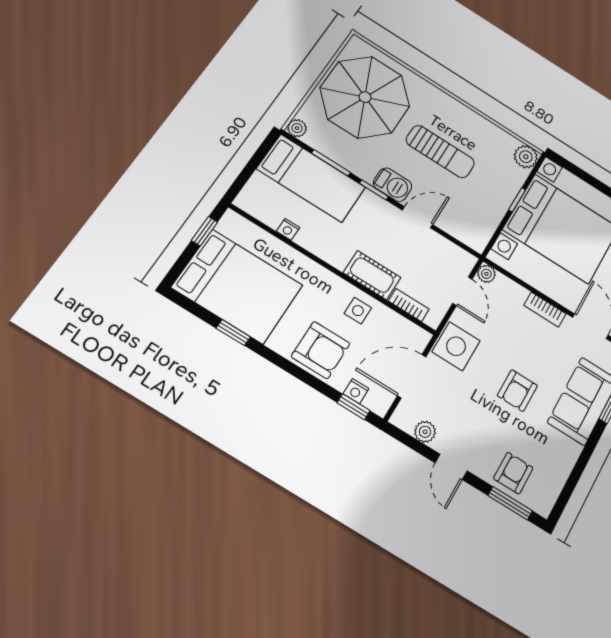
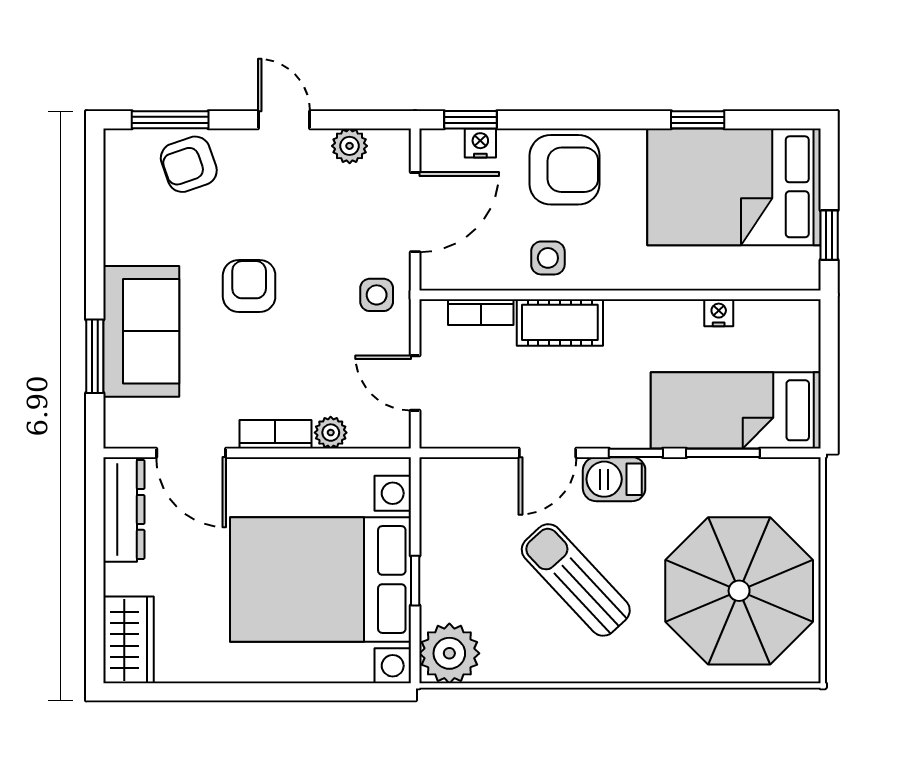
plant: (297, 128) -> (804, 473), removed
sun lounger: (440, 152) -> (576, 580), turned 47
plant: (526, 157) -> (449, 653), width x1.36, depth x1.36
plant: (486, 274) -> (331, 433), moved
side table: (456, 346) -> (377, 295), width x0.54, depth x0.54
armchair: (321, 350) -> (564, 170), turned 180
armchair: (513, 473) -> (189, 164), turned 71

